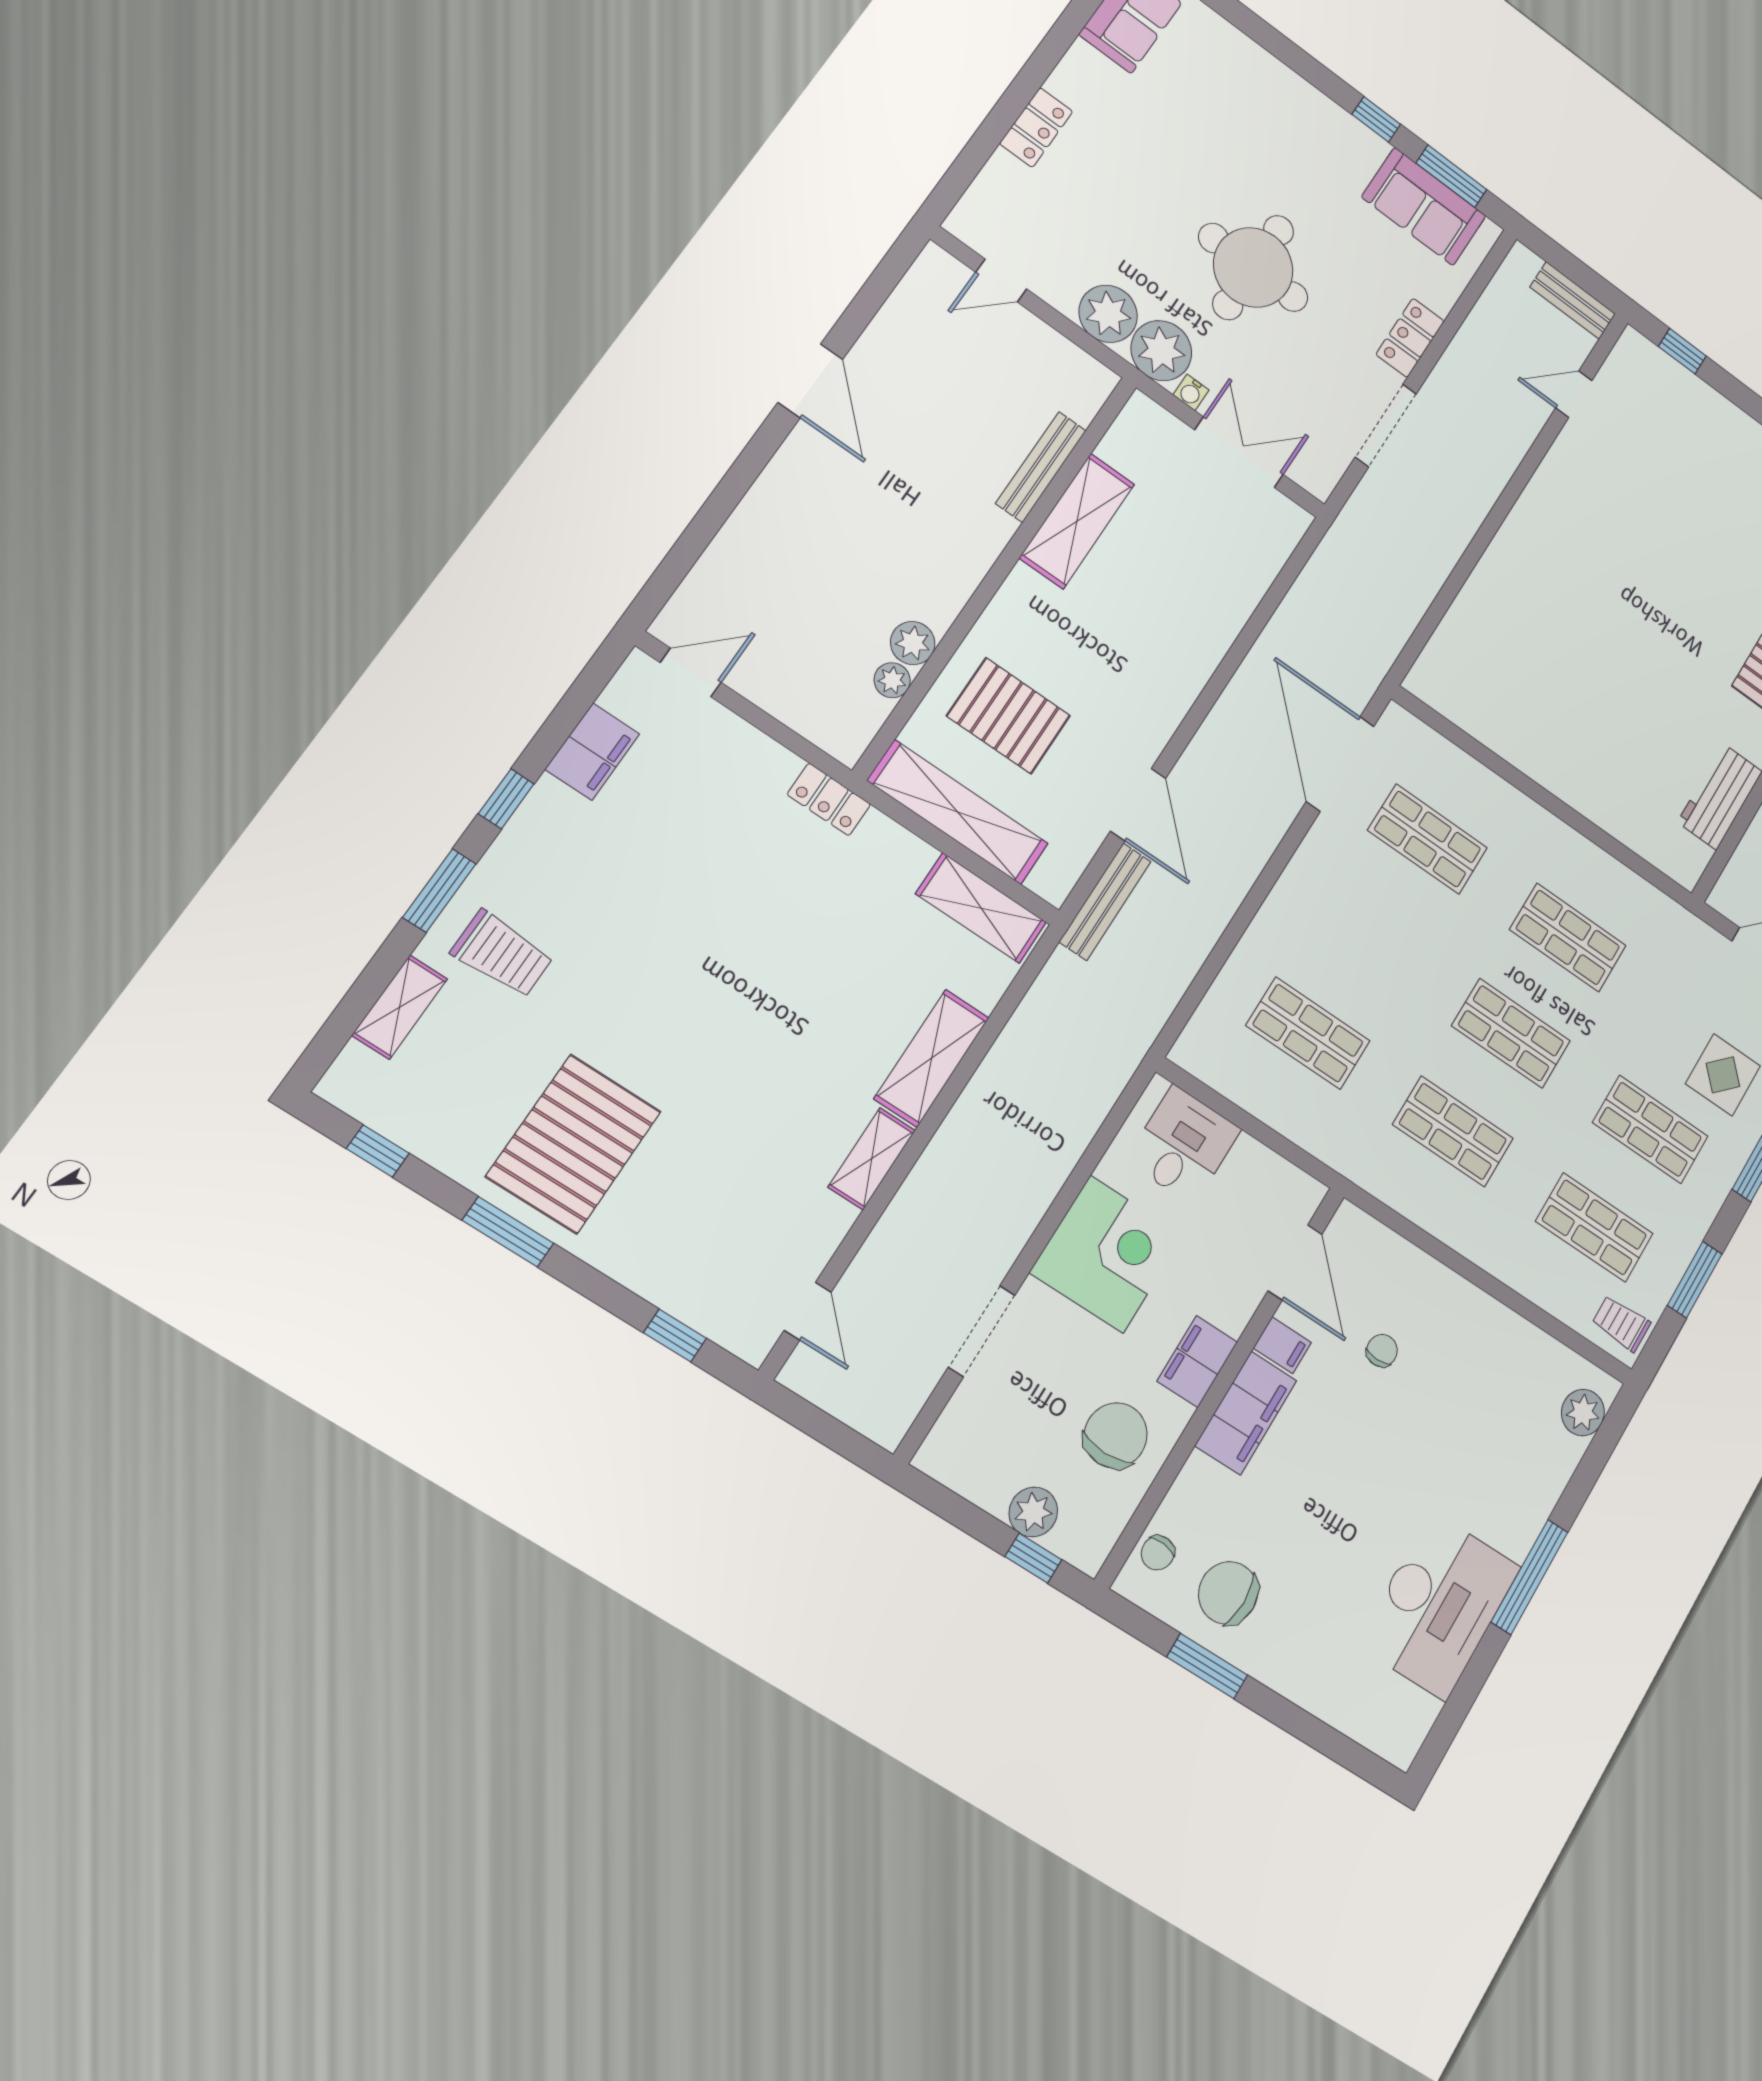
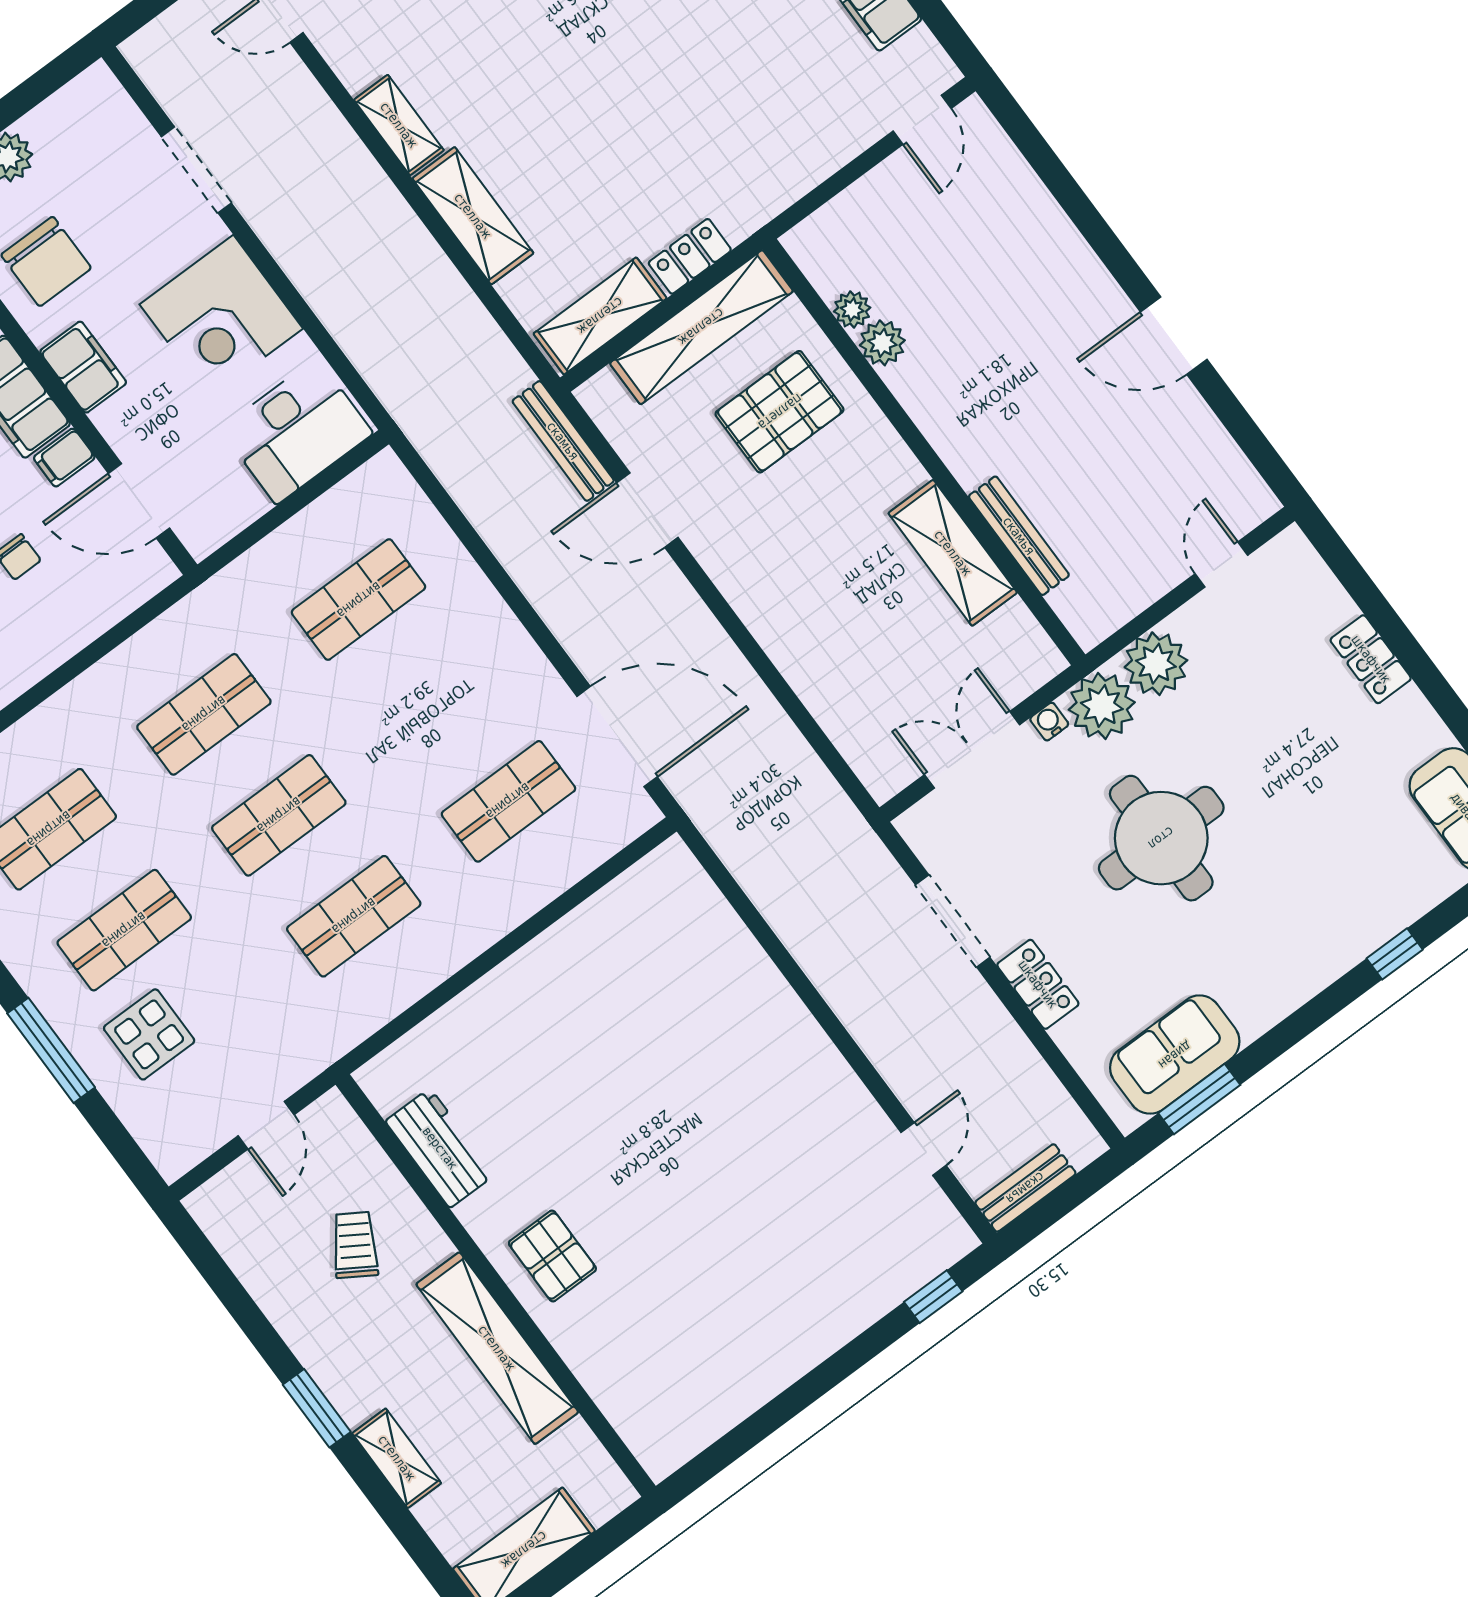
window: (1376, 119) -> (1395, 954), moved
double door: (1239, 452) -> (972, 750), swing flipped
locker: (829, 799) -> (690, 256), moved
desk: (1183, 1145) -> (297, 431), width x1.37

